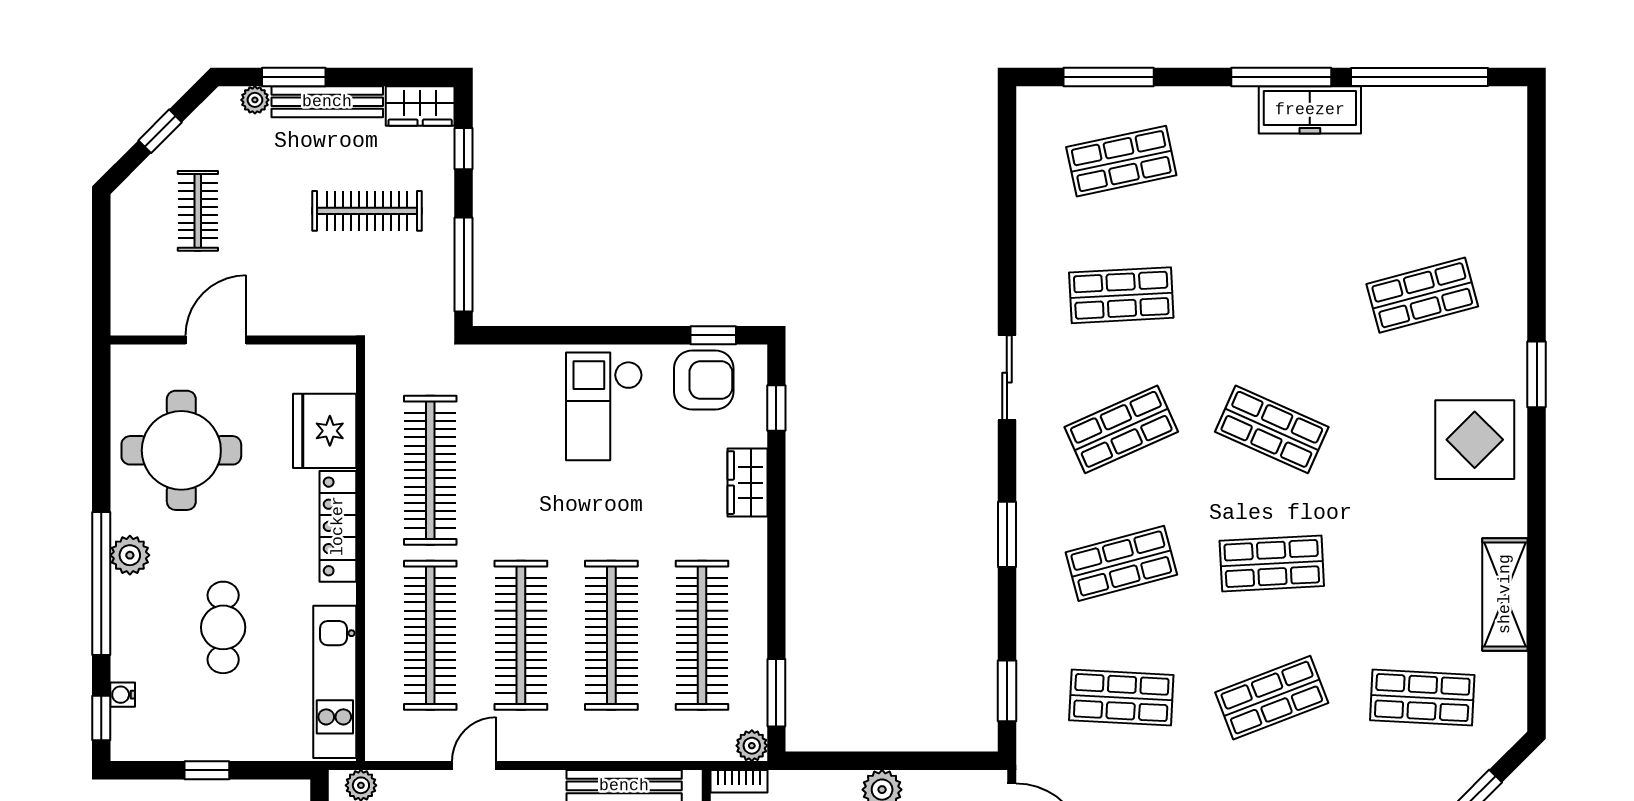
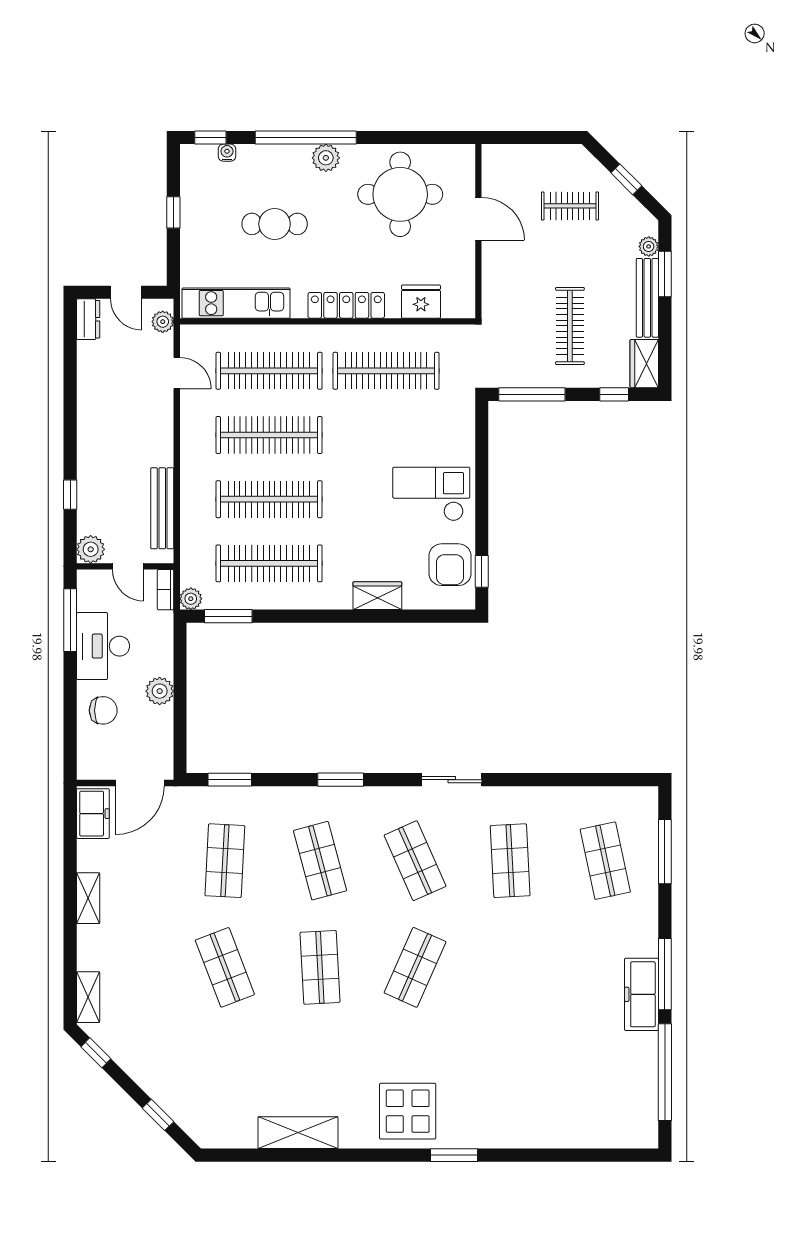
shop shelf: (1422, 295) -> (510, 1074), removed
window: (776, 408) -> (430, 616), removed
fridge: (325, 431) -> (421, 302), width x0.73, depth x0.75
shop shelf: (1422, 698) -> (225, 1074), removed
door: (474, 766) -> (177, 373), moved

